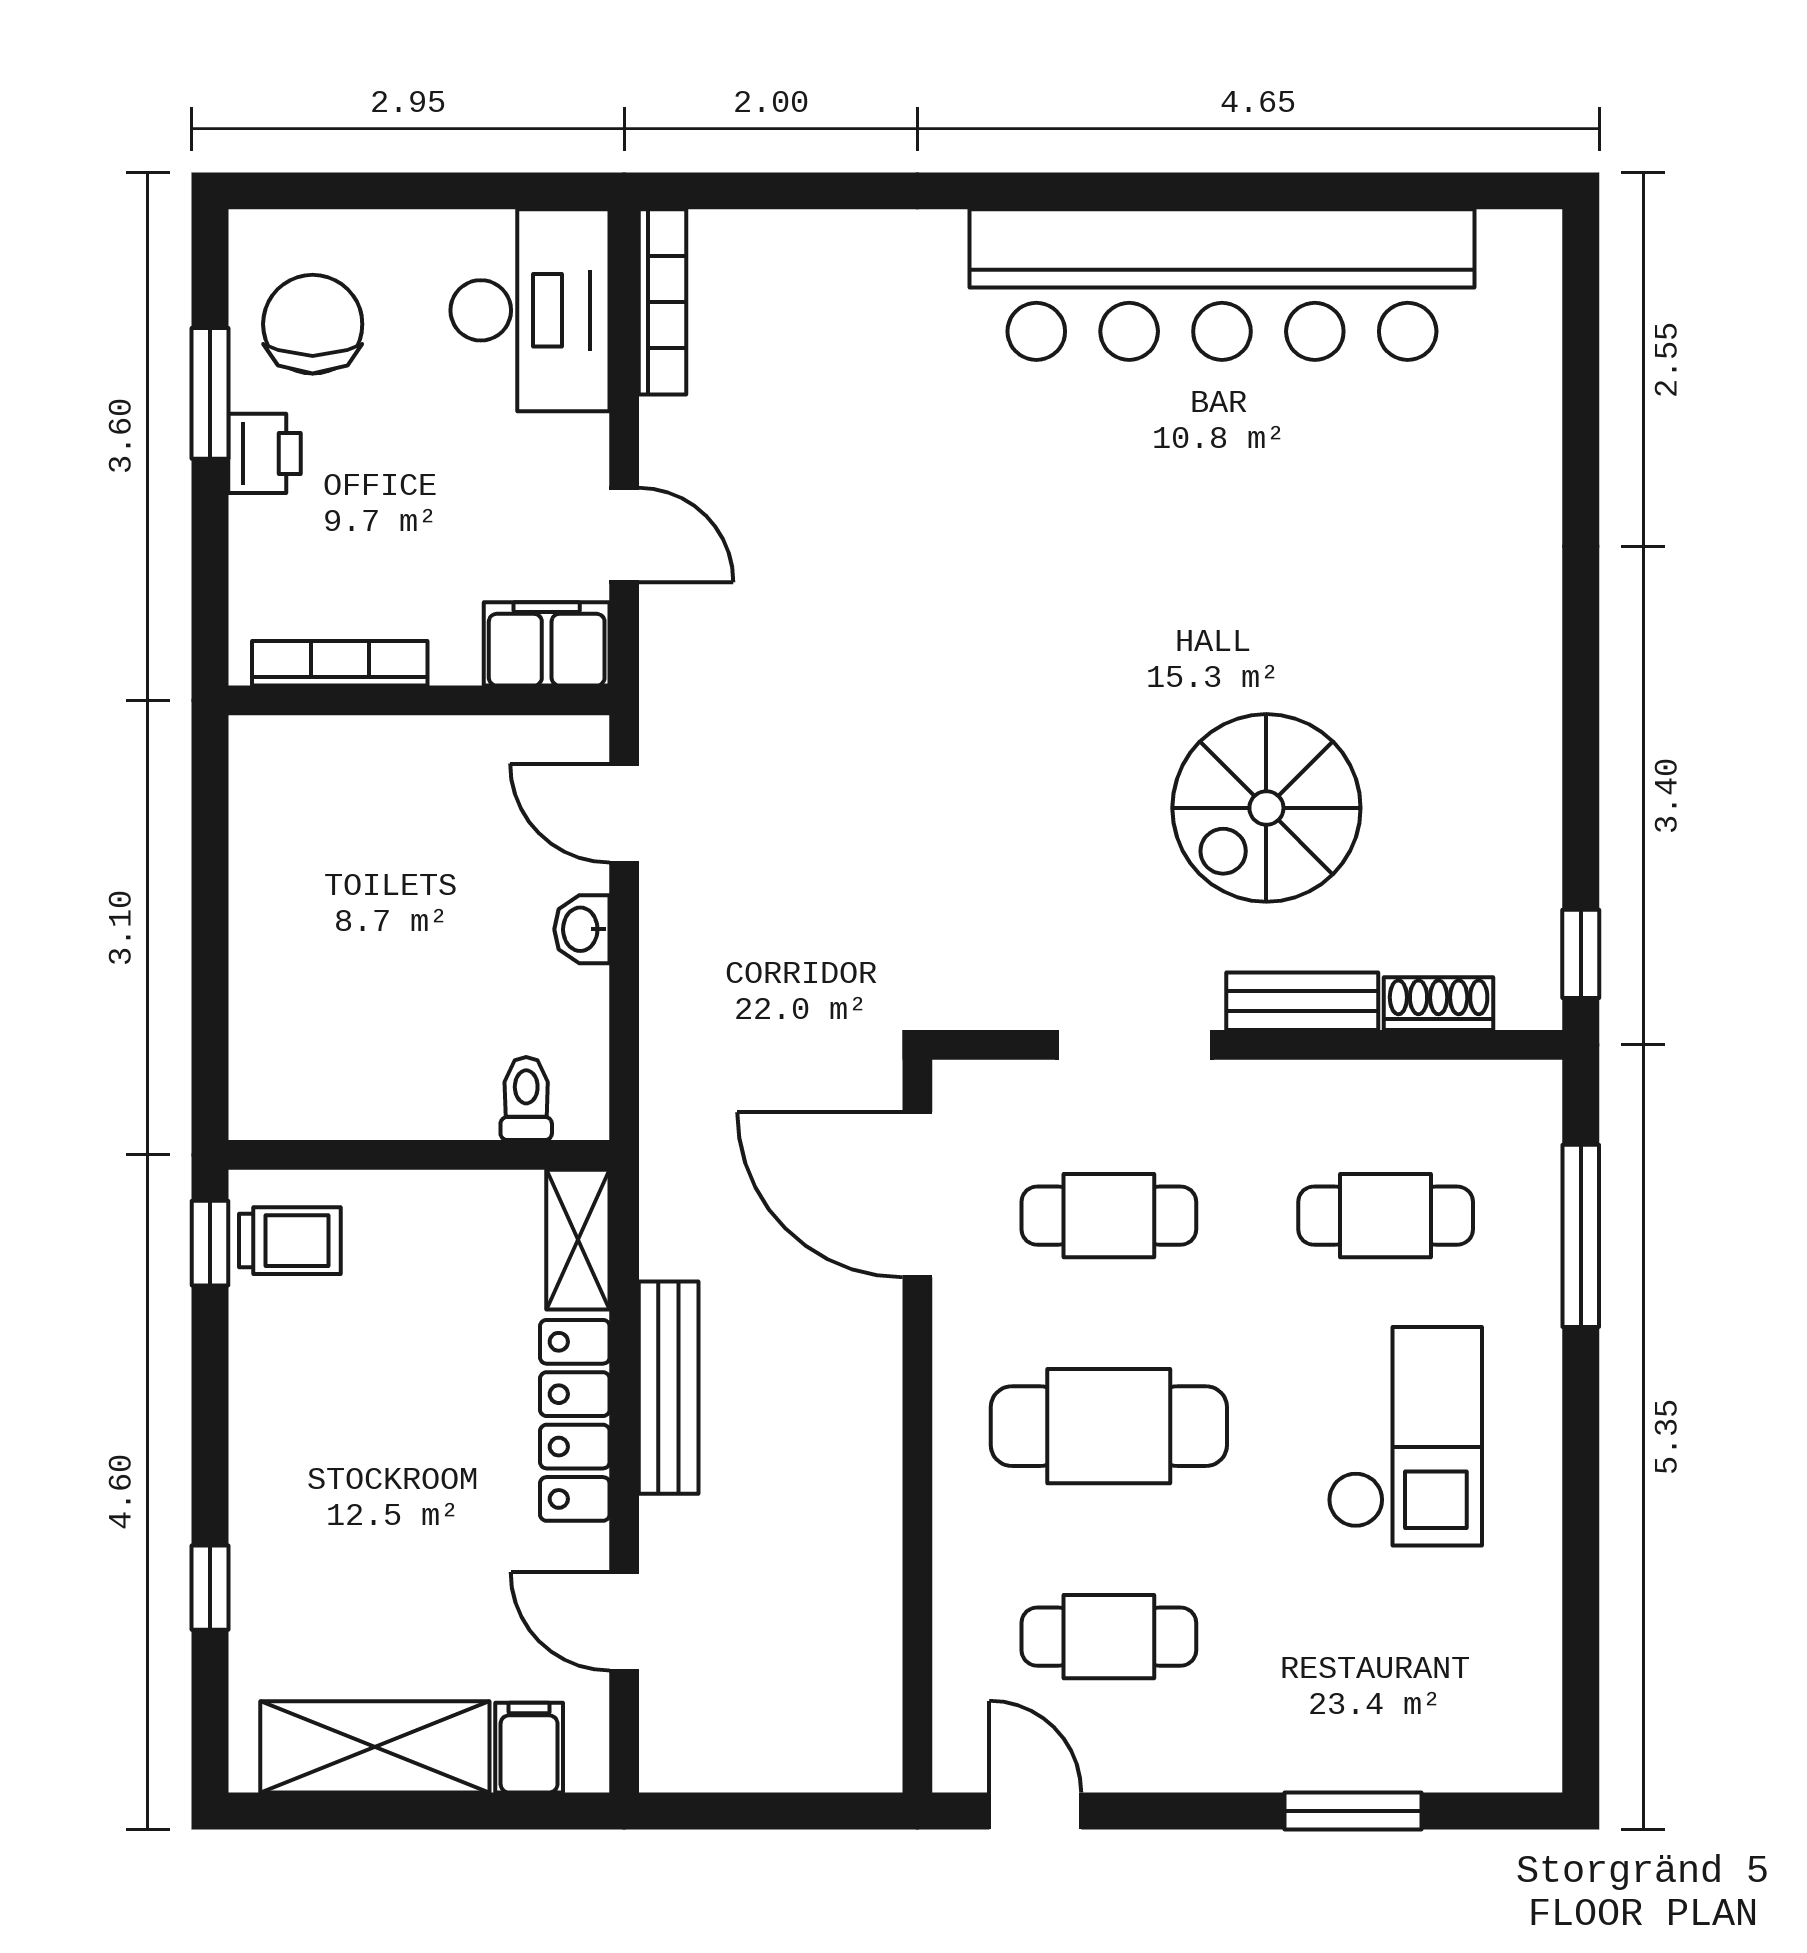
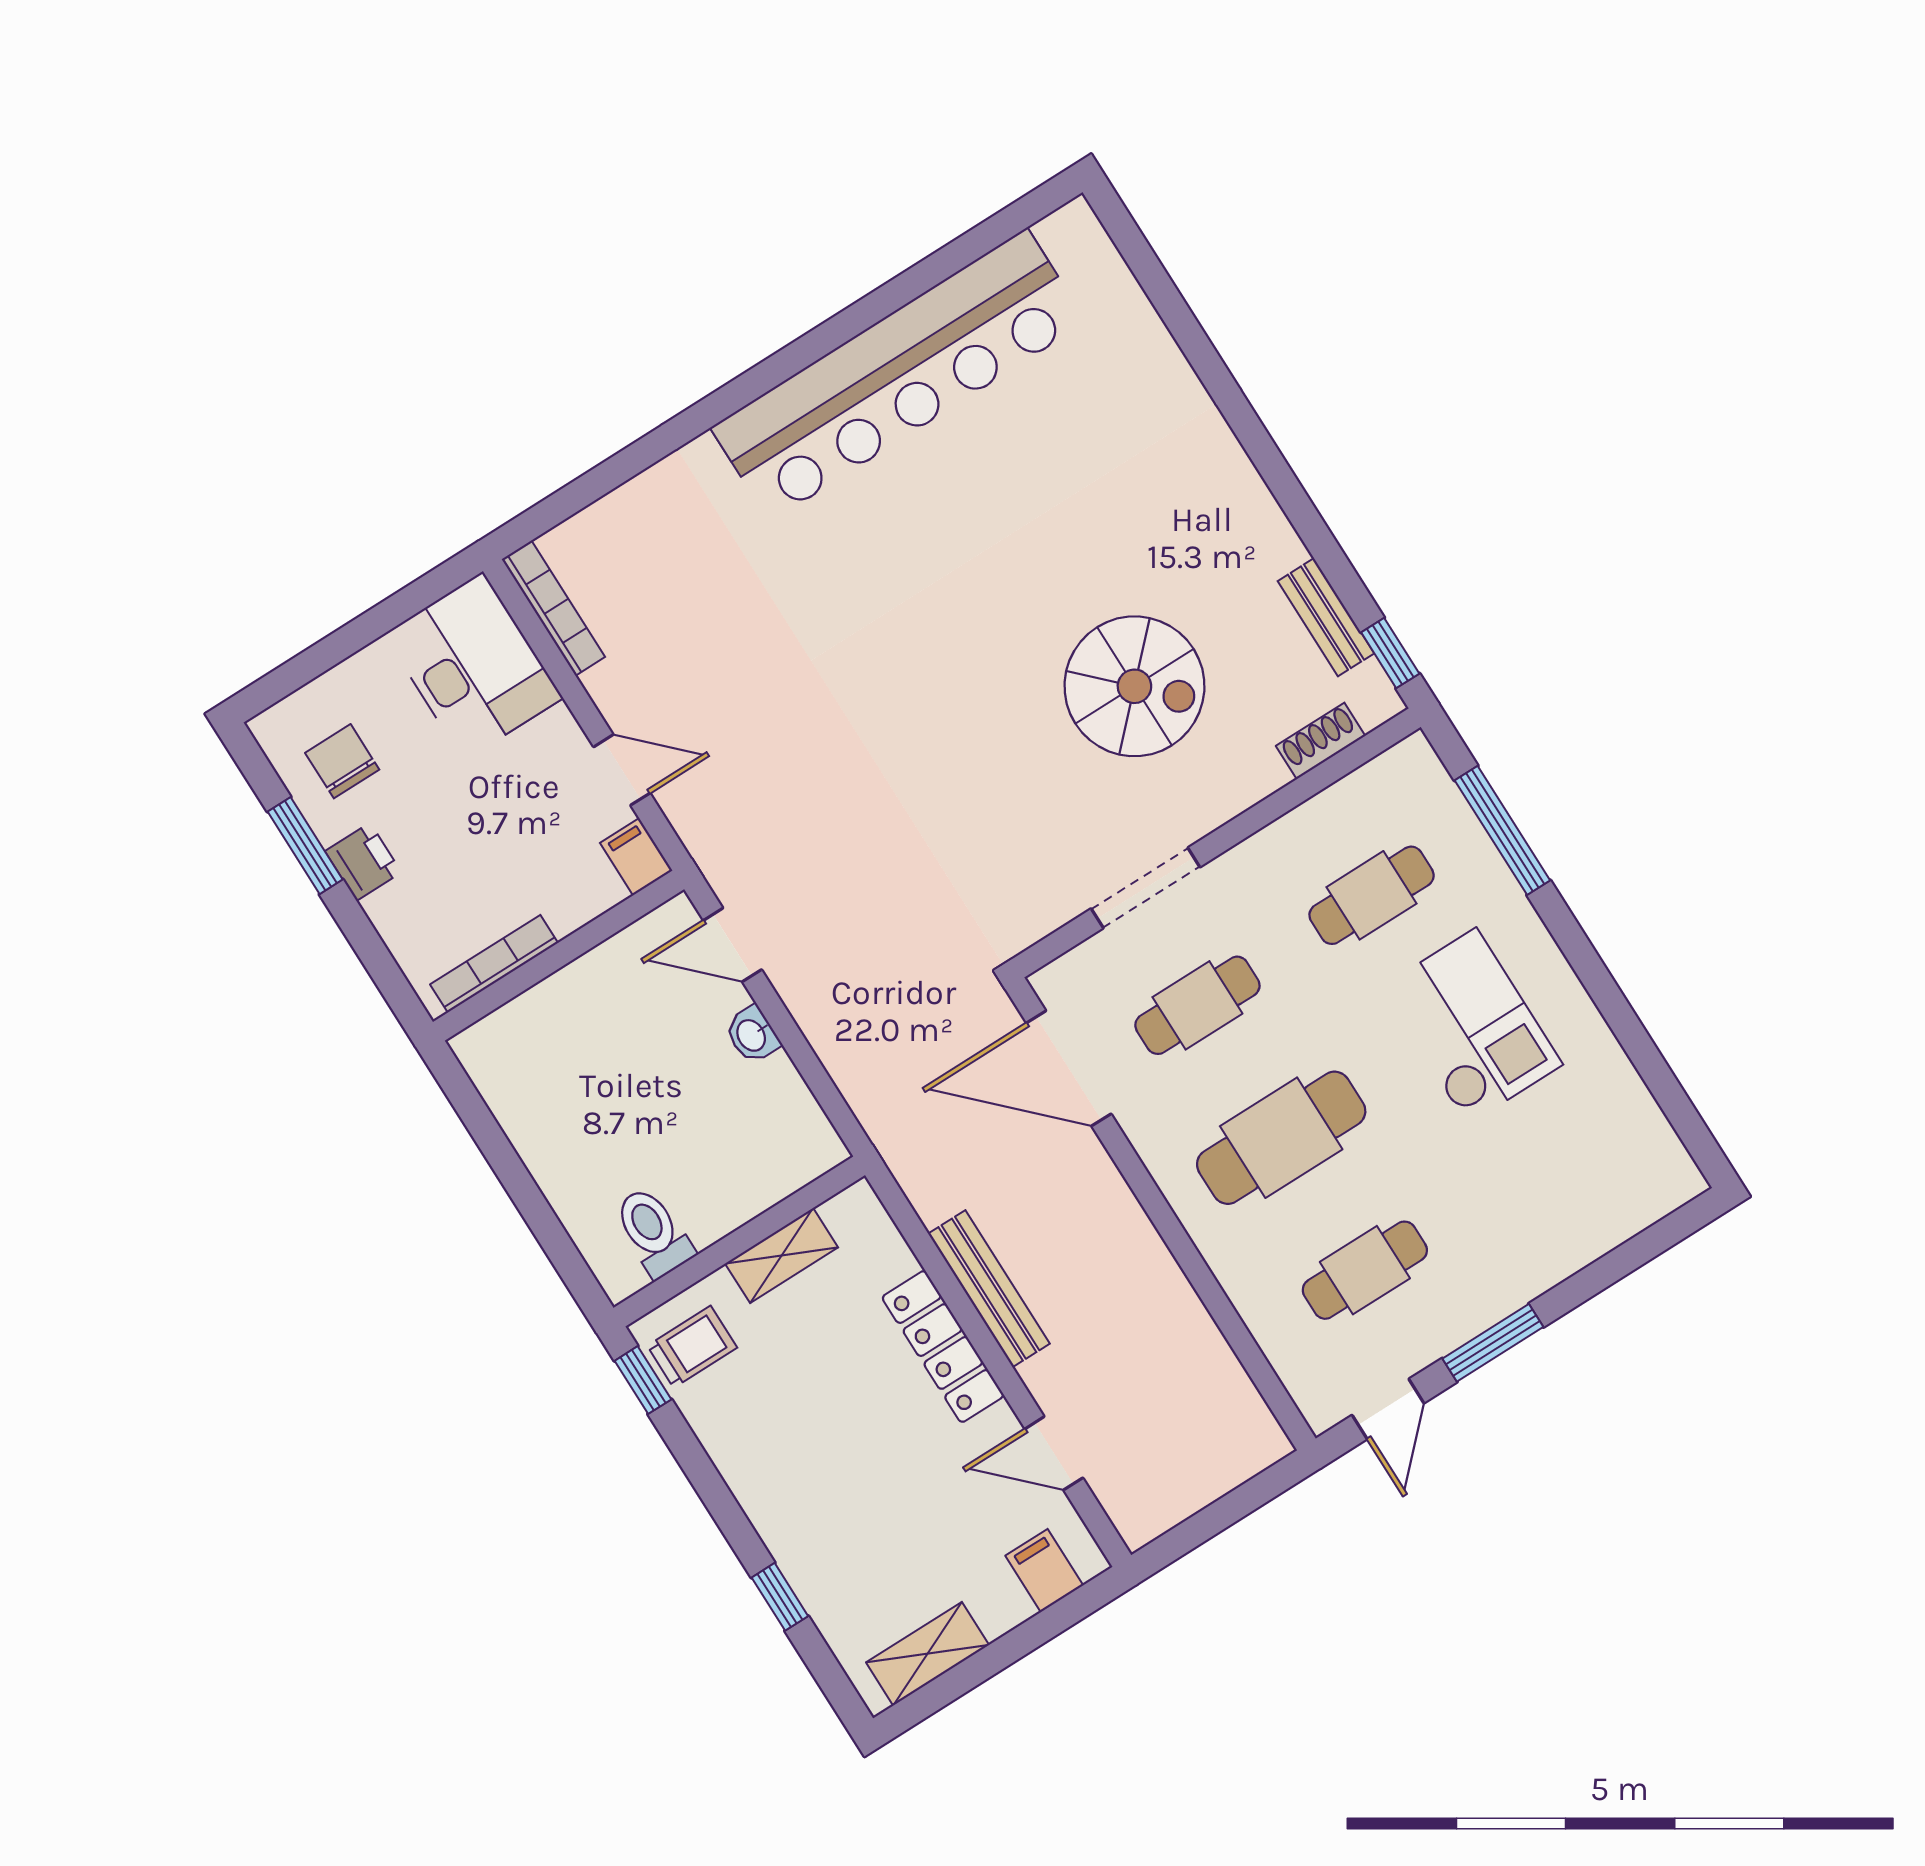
chair: (313, 324) -> (342, 761), width x0.73, depth x0.73
filing cabinet: (547, 644) -> (636, 857), width x0.50
spiral stairs: (1266, 808) -> (1134, 686), turned -90
bench: (1302, 1001) -> (1326, 617), moved, turned 90
toilet: (526, 1099) -> (653, 1232), moved, width x1.37, depth x1.39
shelving: (578, 1240) -> (782, 1255), moved, turned 90
shelving: (375, 1747) -> (928, 1654), width x0.67, depth x0.75
door: (1035, 1811) -> (1388, 1409), swing flipped
window: (1353, 1811) -> (1493, 1343), moved

